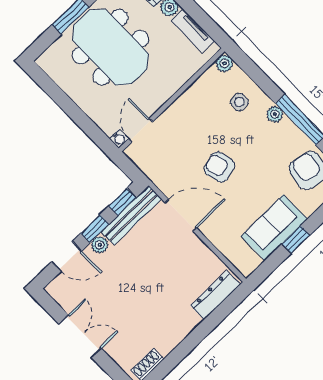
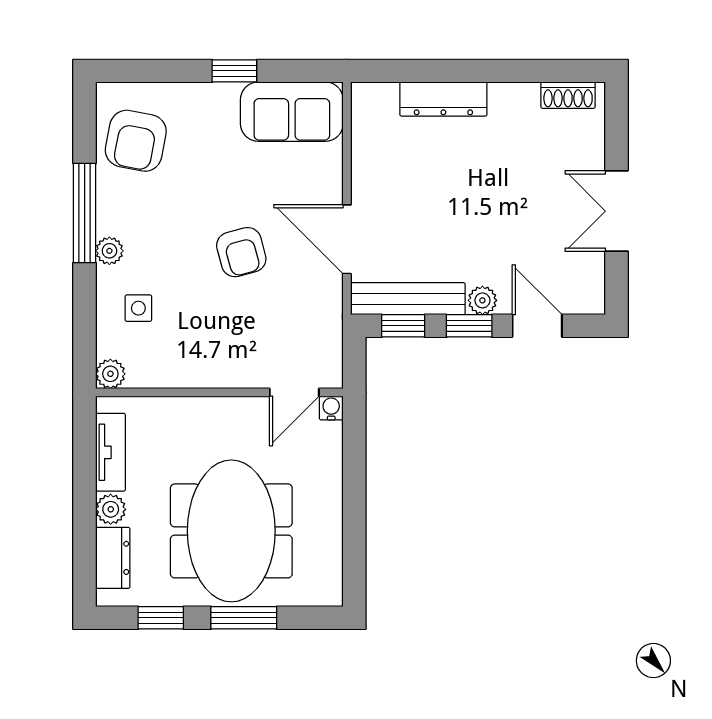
sofa: (274, 228) -> (292, 112), moved
dresser: (215, 295) -> (443, 99), moved

